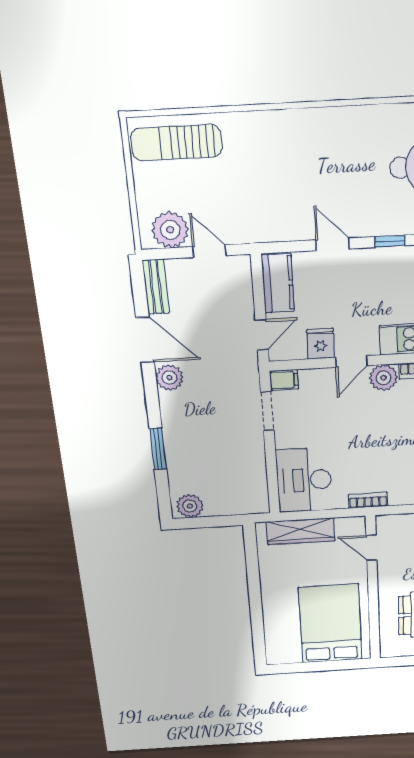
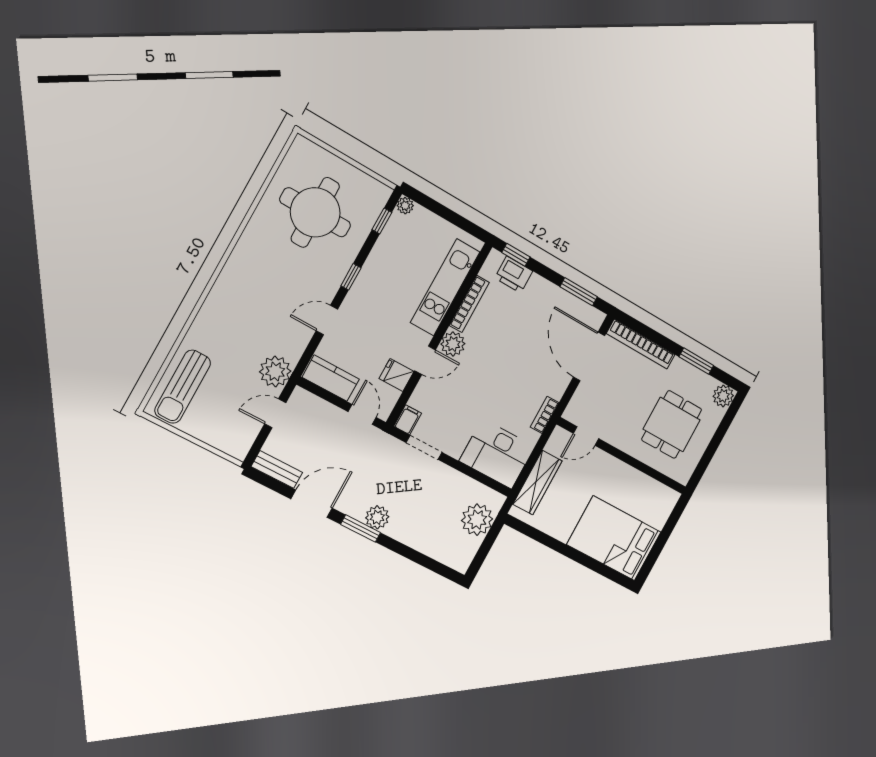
plant: (170, 230) -> (275, 372), moved
door: (351, 362) -> (425, 360), hinge flipped
plant: (170, 378) -> (377, 517), moved
window: (158, 449) -> (361, 528), moved
plant: (190, 506) -> (477, 520), moved, width x1.36, depth x1.36
bed: (330, 624) -> (614, 538), moved

